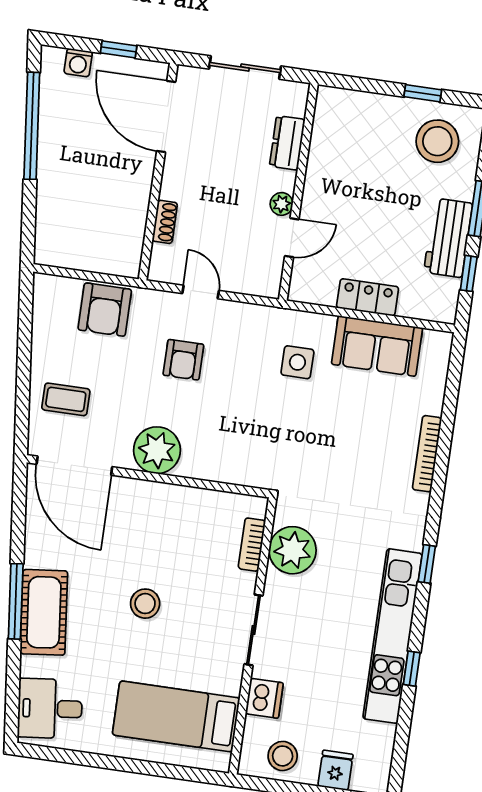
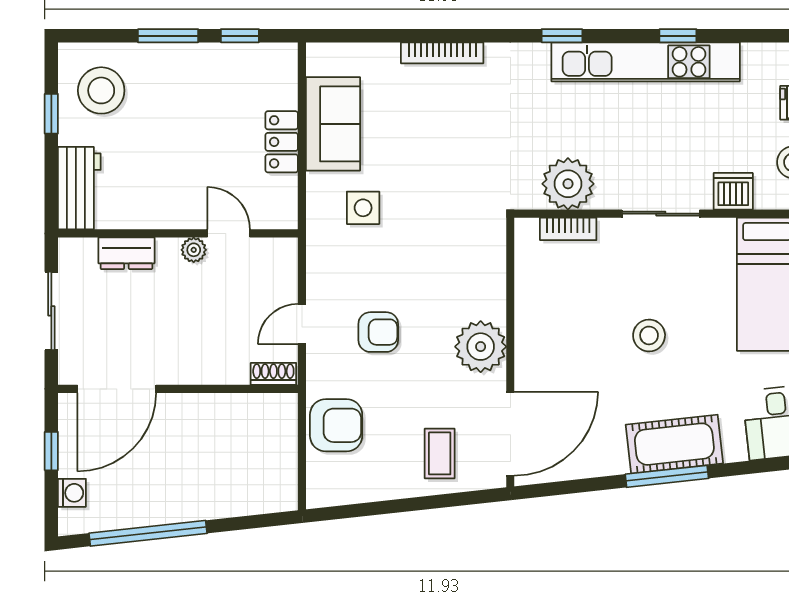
shoe rack: (165, 222) -> (273, 374), moved
workbench: (448, 238) -> (79, 188), moved, turned -90

